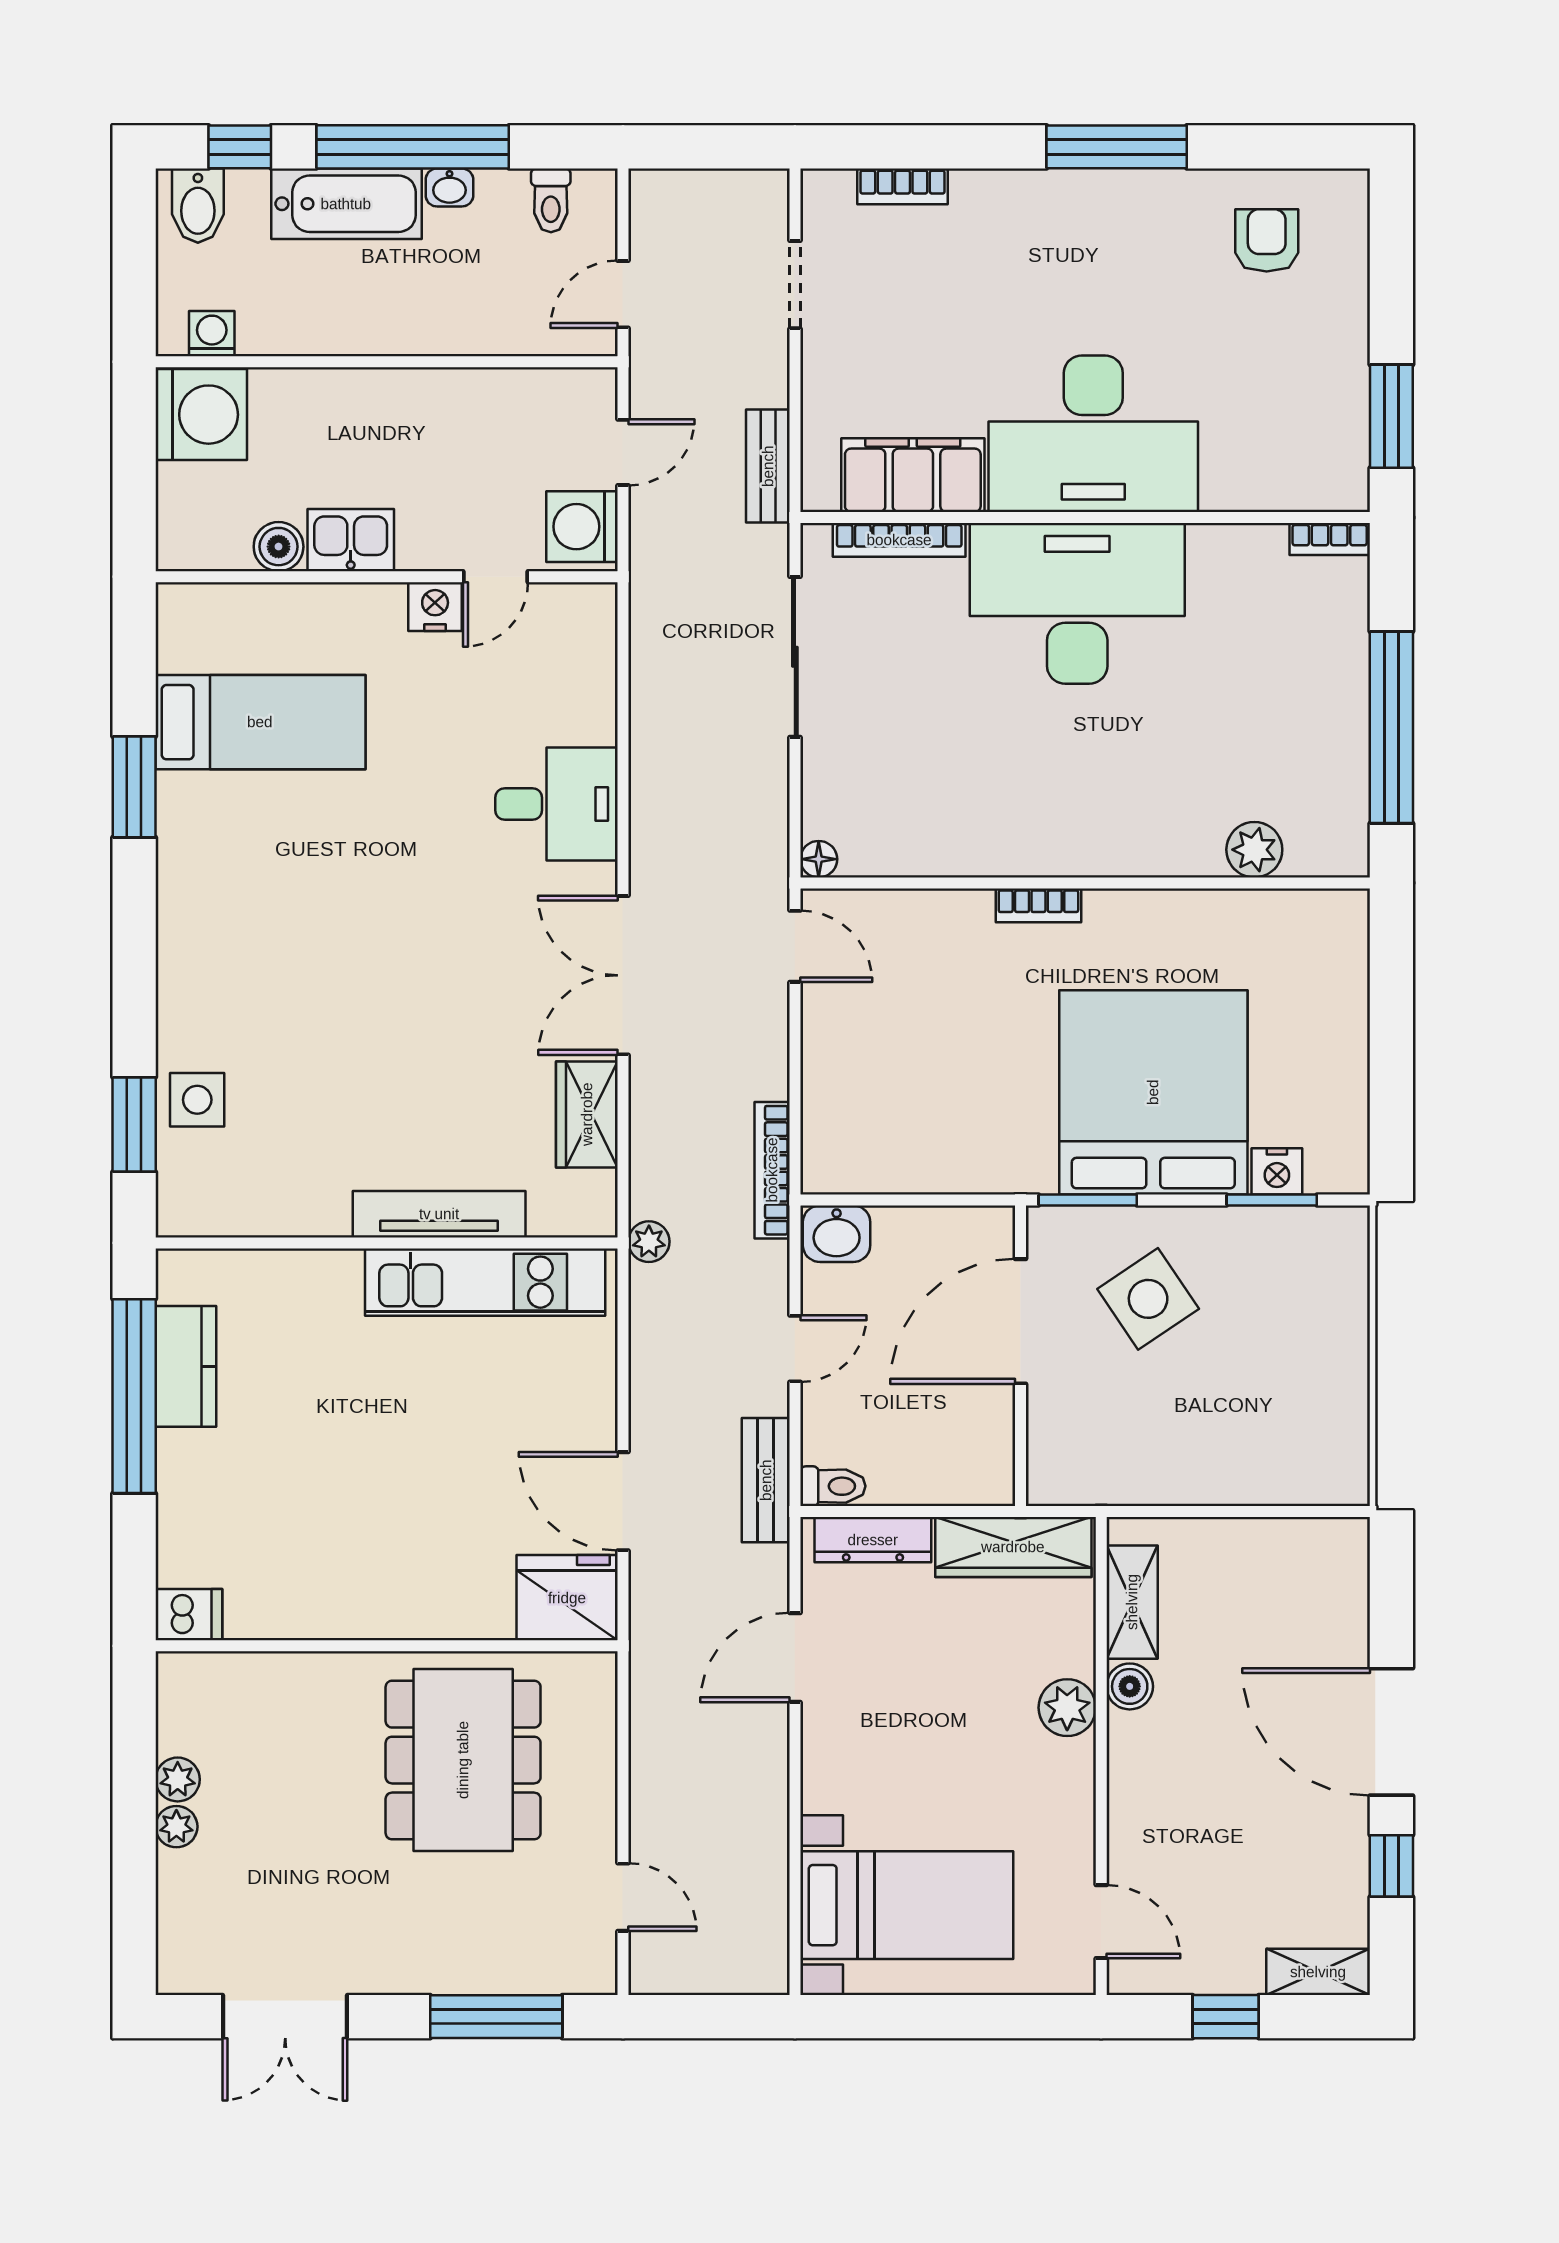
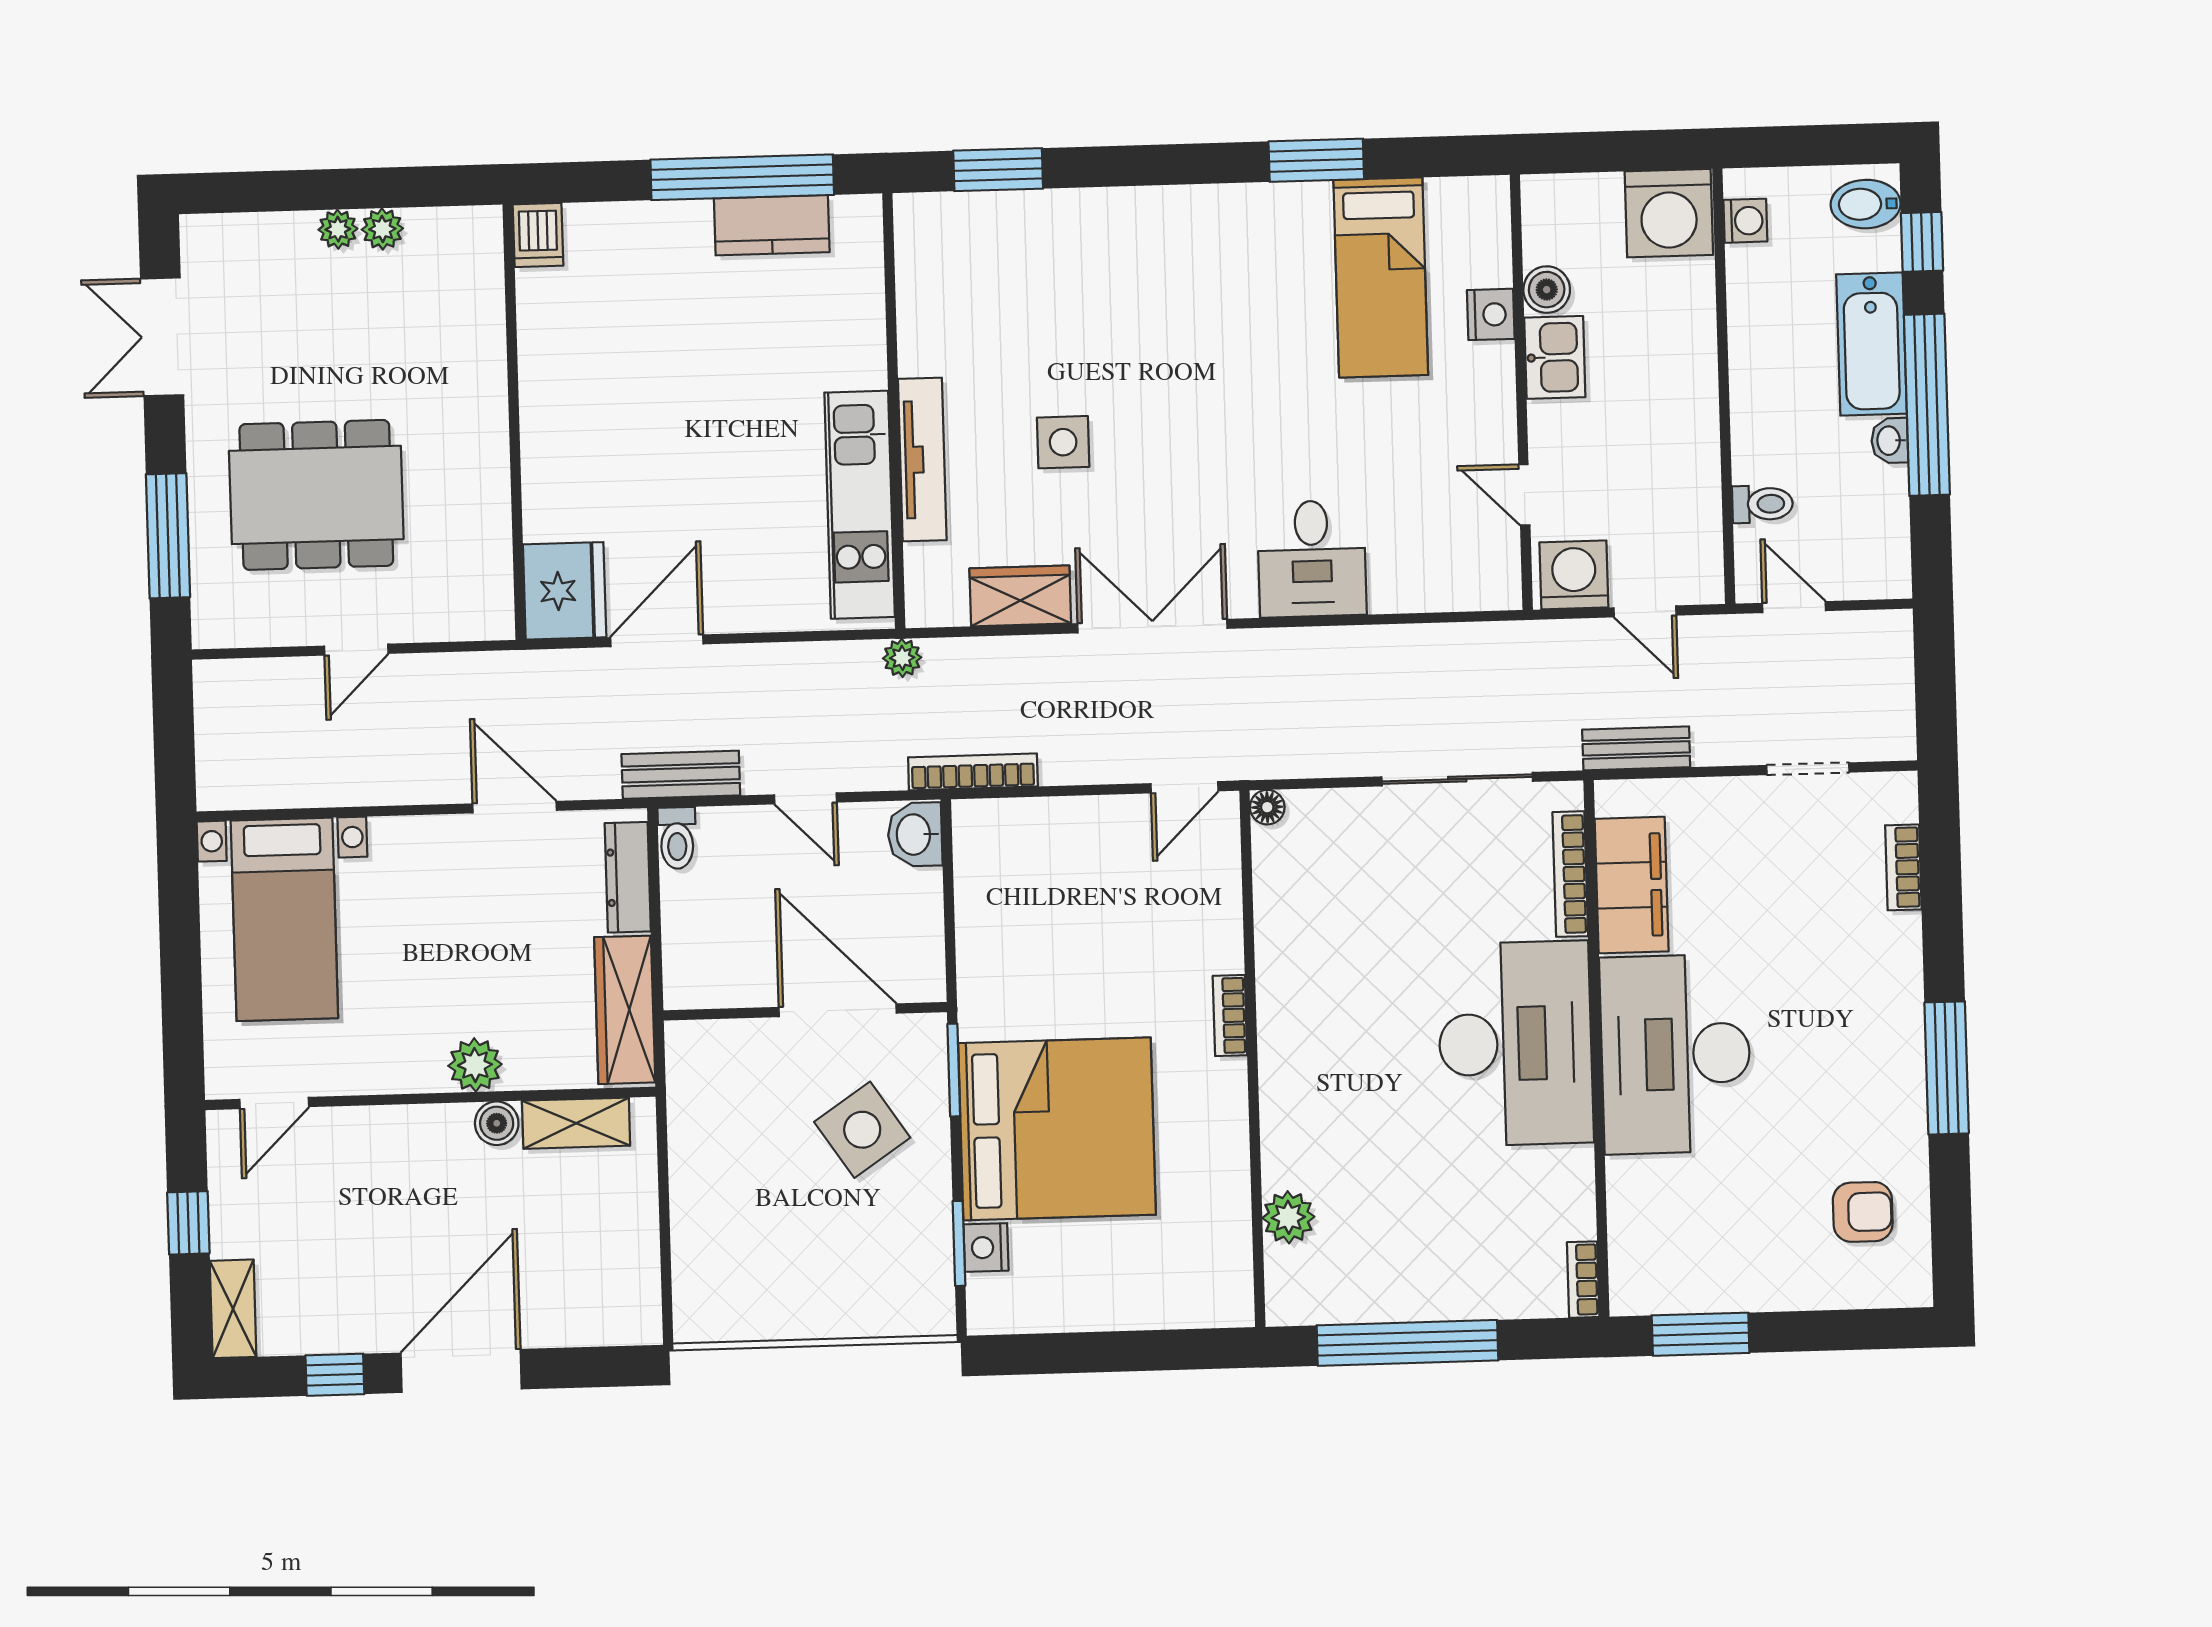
toilet: (551, 200) -> (1762, 504), moved, turned 180
nightstand: (435, 607) -> (1491, 314), moved
side table: (197, 1100) -> (1063, 442), moved
dining table: (463, 1760) -> (316, 495), moved
door: (623, 1897) -> (356, 650), moved

